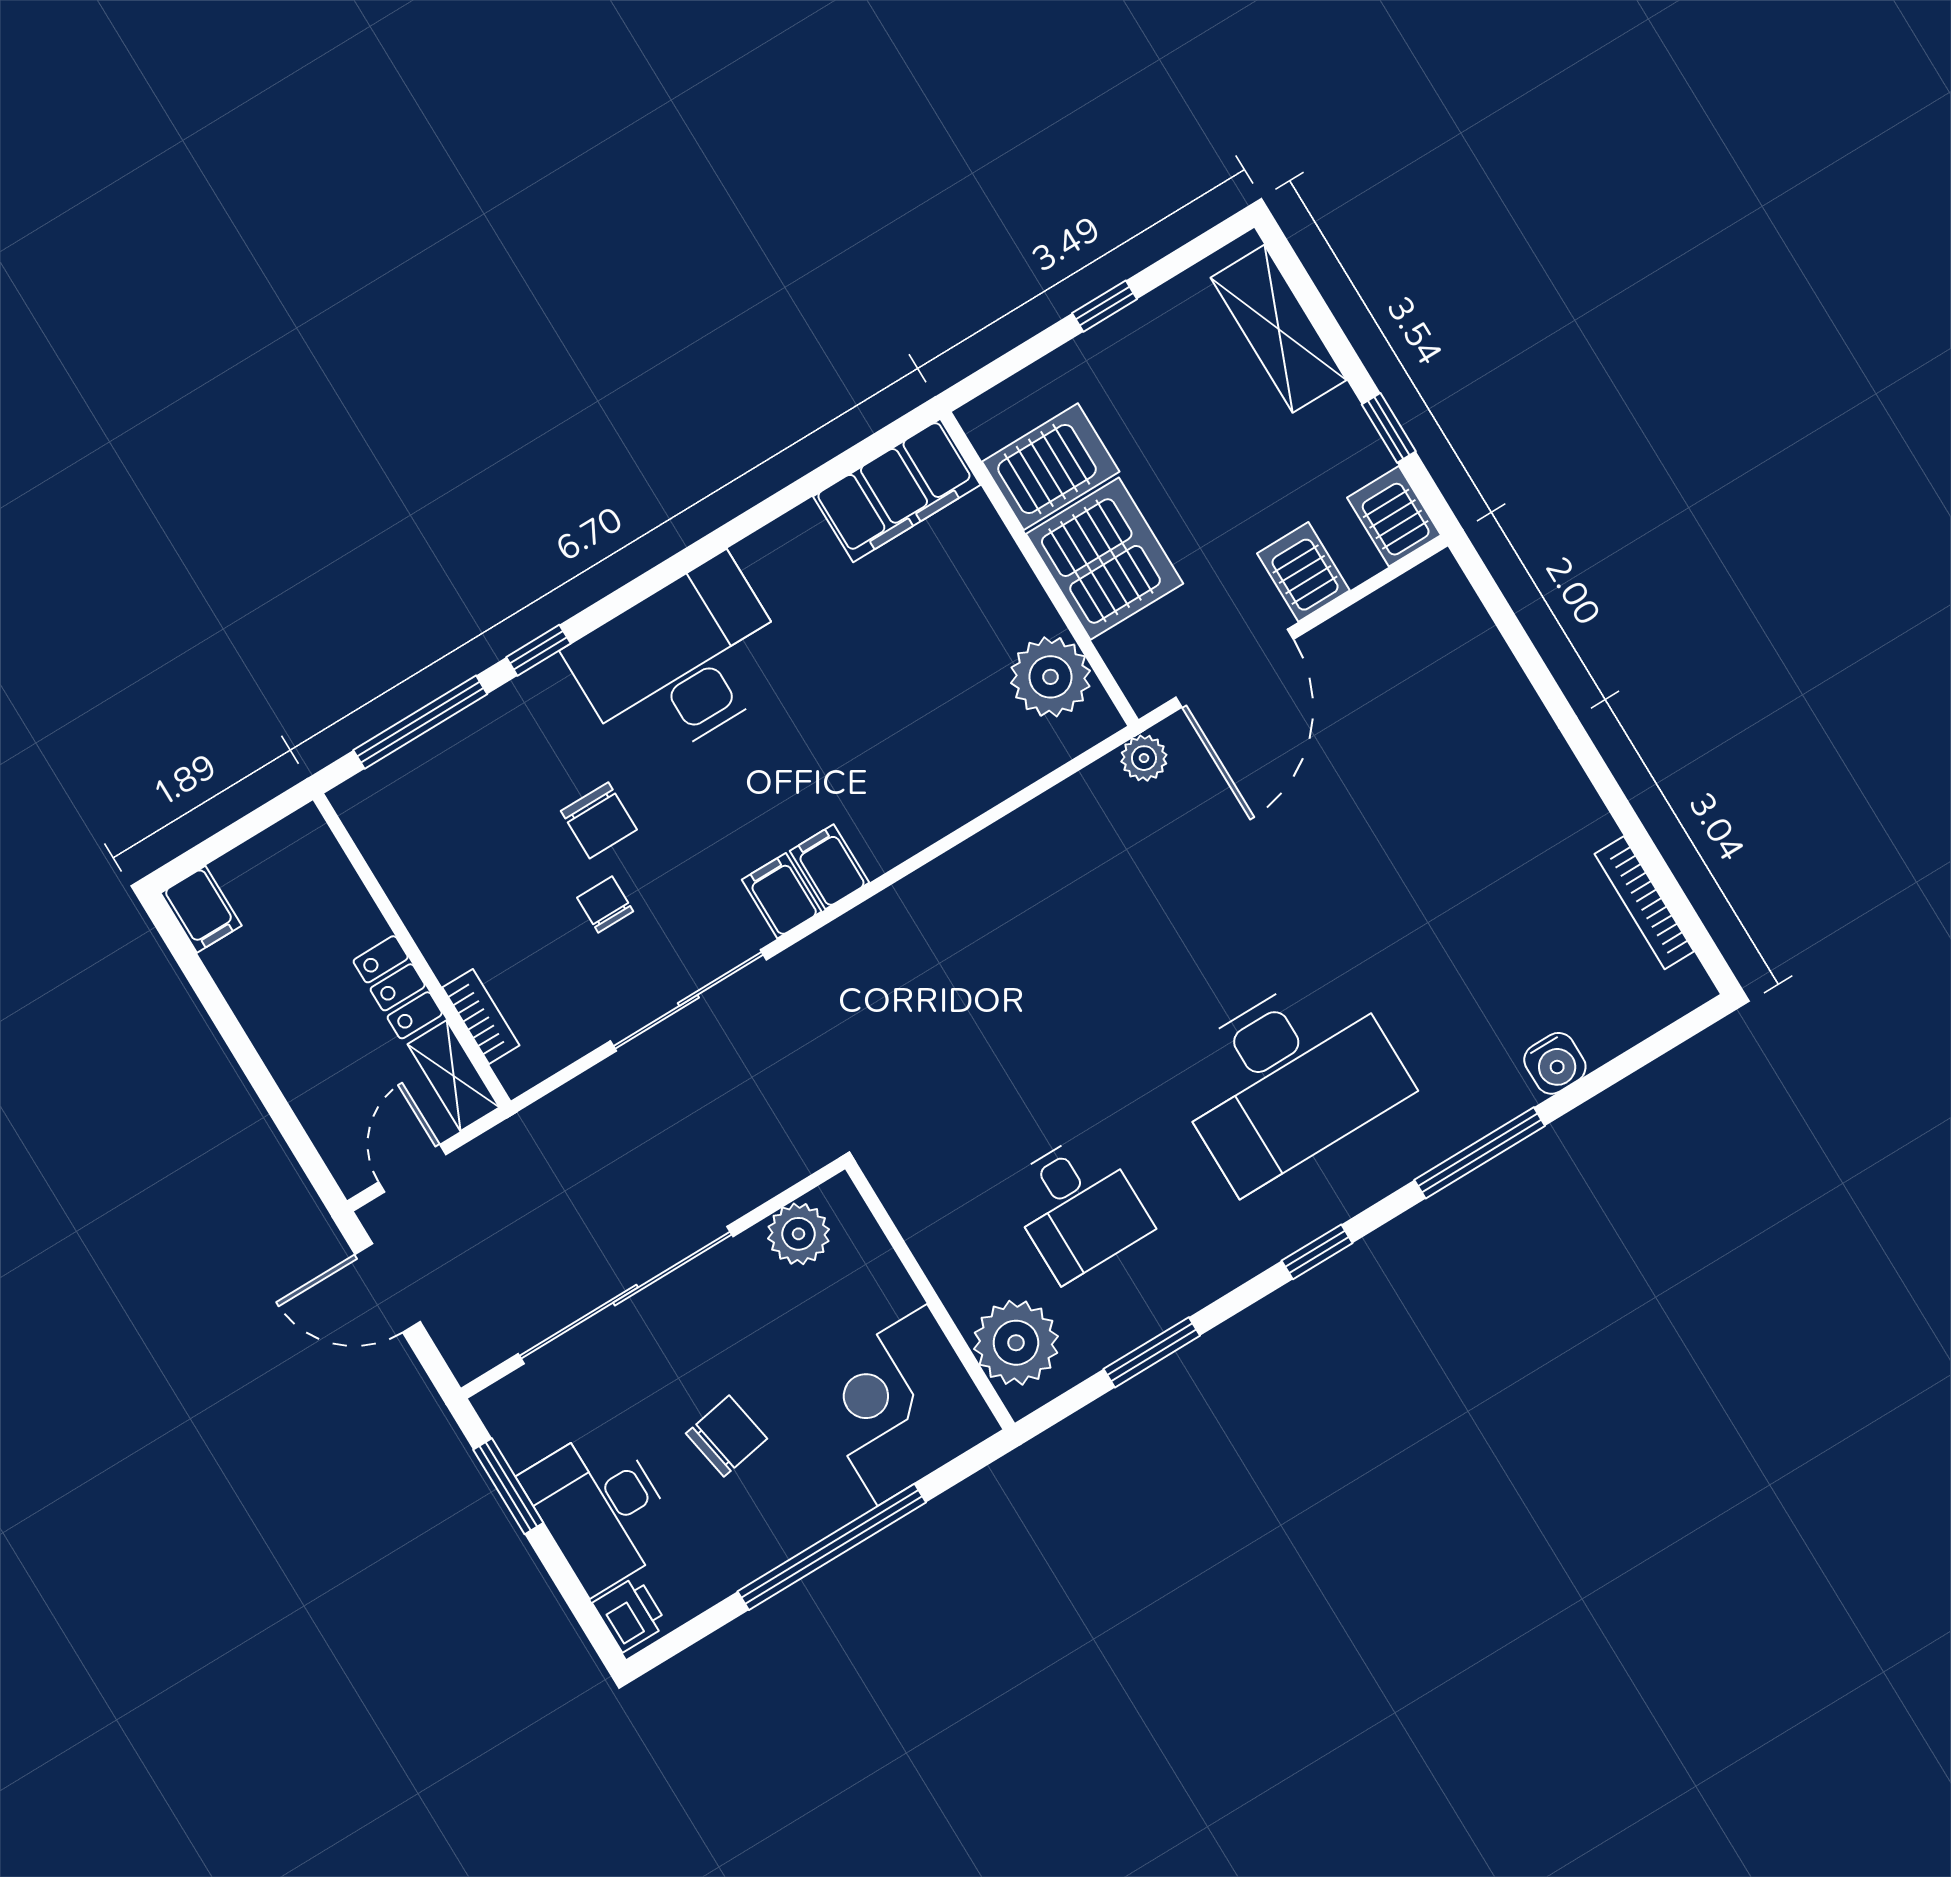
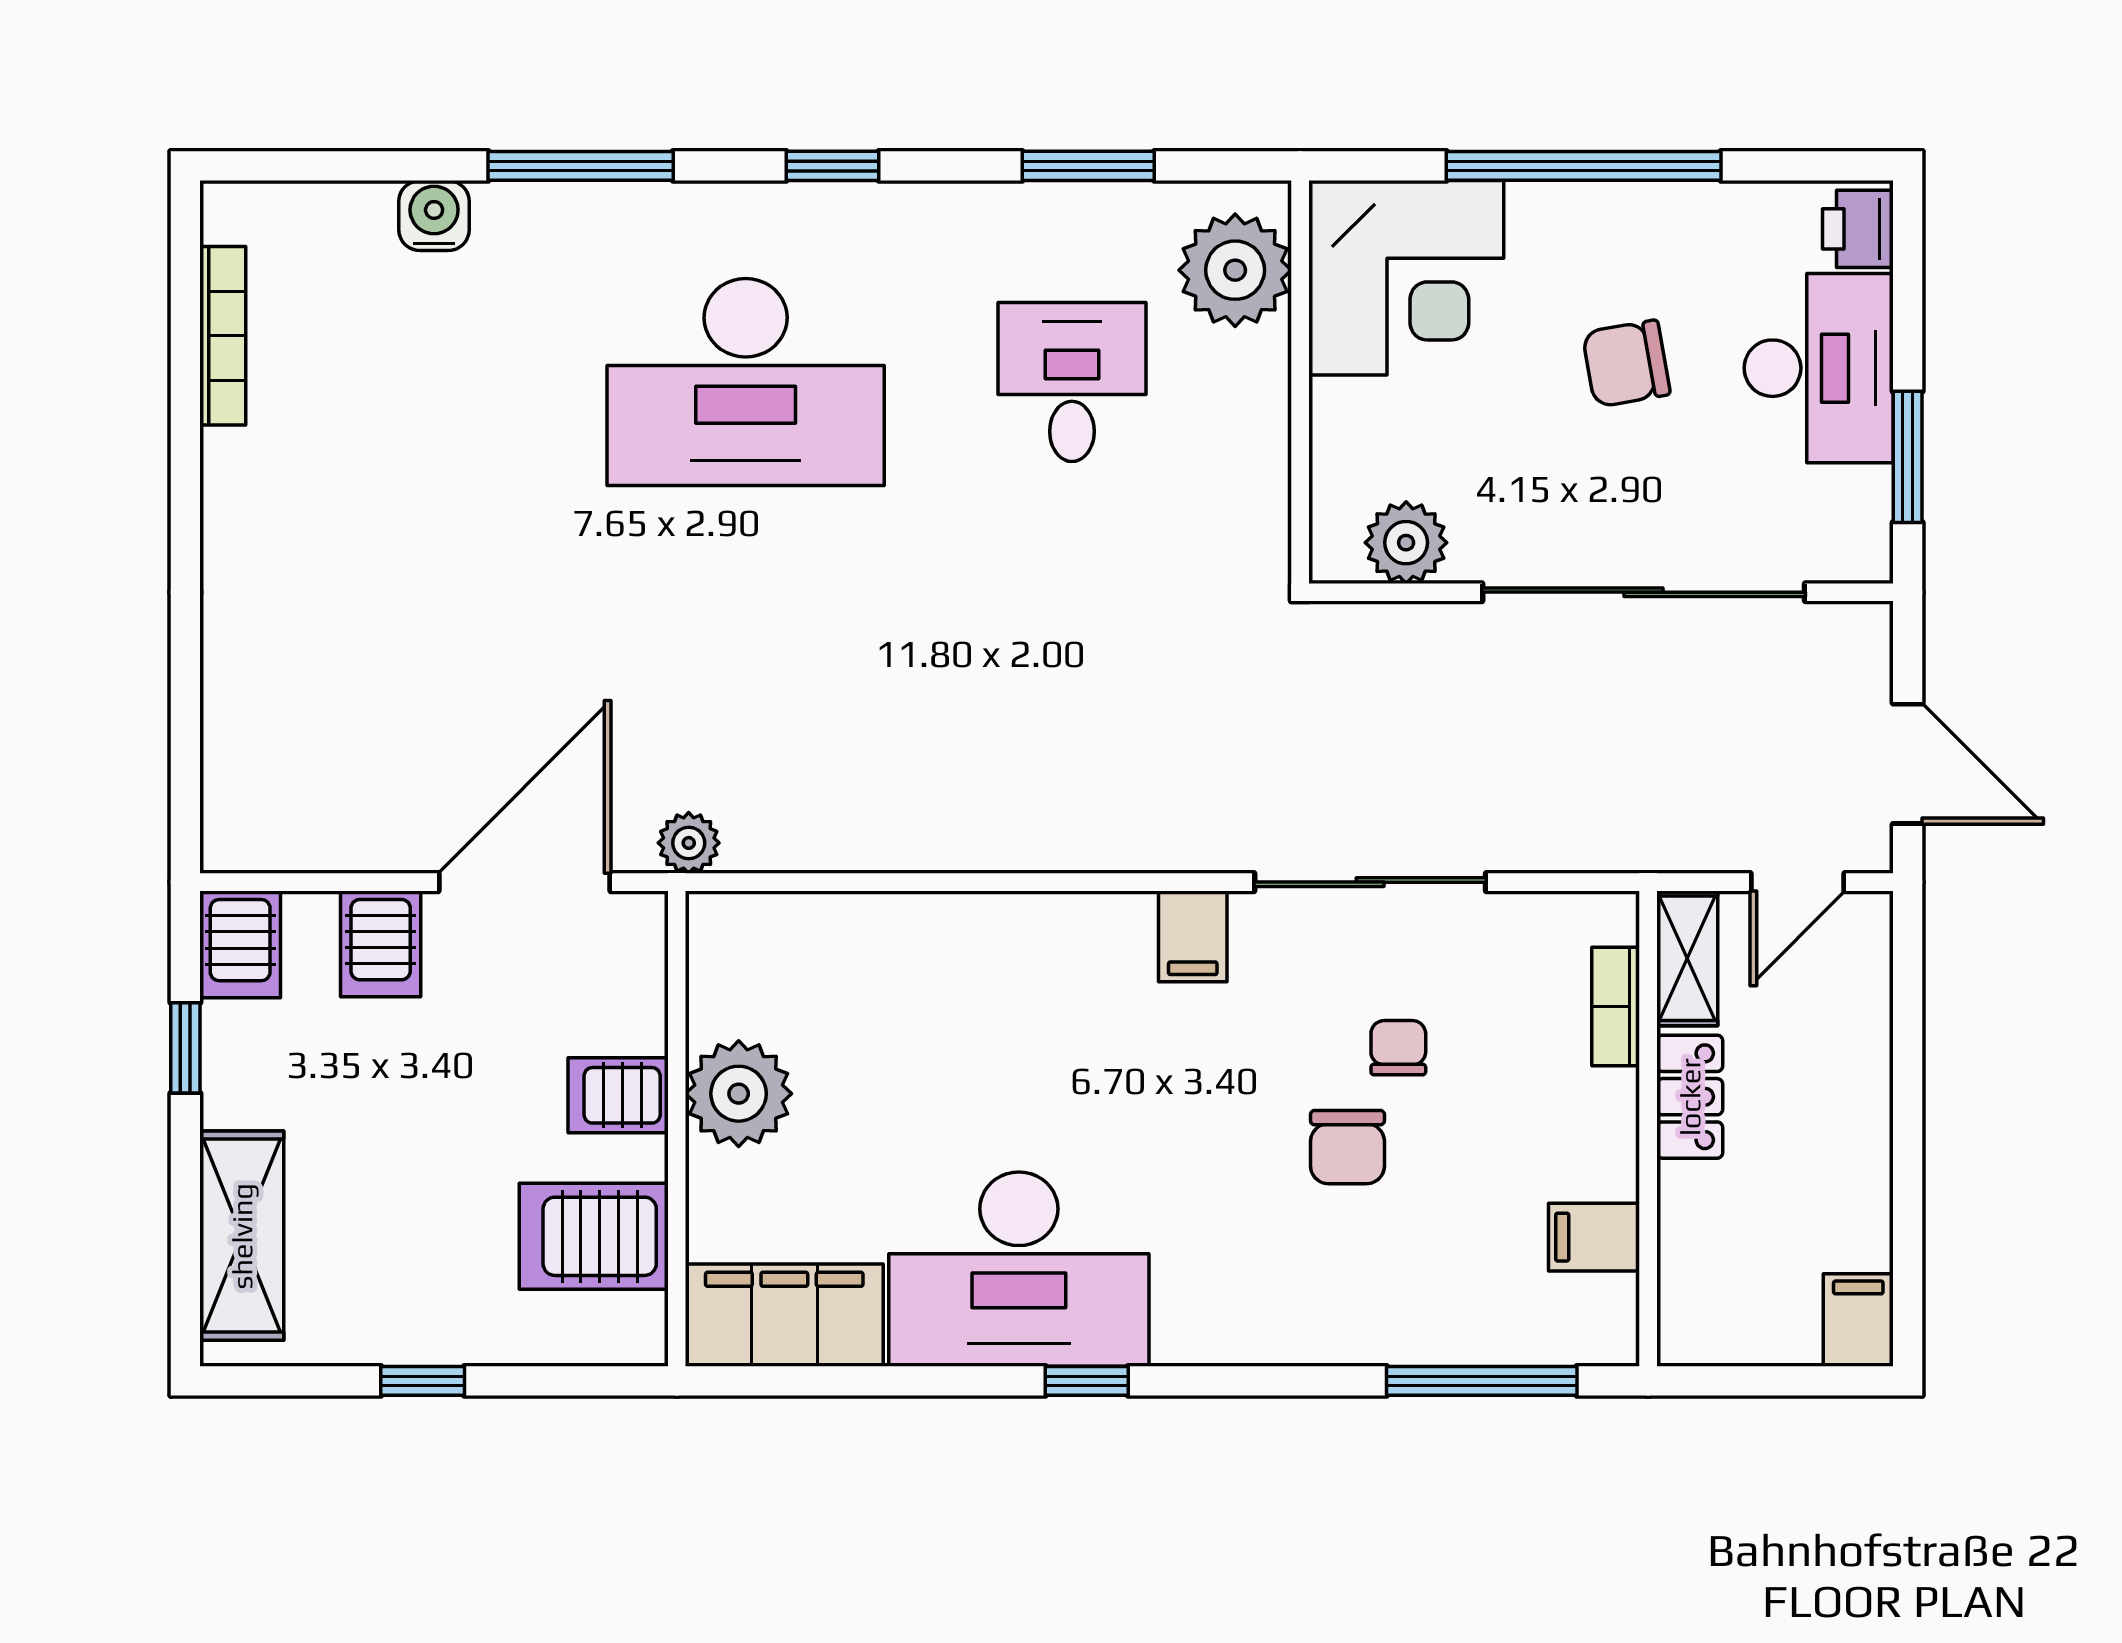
server rack: (1105, 559) -> (618, 1095), width x0.46, depth x0.70
window: (538, 650) -> (1087, 1381), moved
desk: (681, 662) -> (1019, 1269), moved
plant: (1050, 677) -> (739, 1094), moved
chair: (599, 820) -> (1347, 1147), turned 180
filing cabinet: (830, 867) -> (1594, 1237), moved, turned 90
chair: (605, 904) -> (1398, 1048), turned 180
desk: (1288, 1078) -> (746, 382), turned 180

